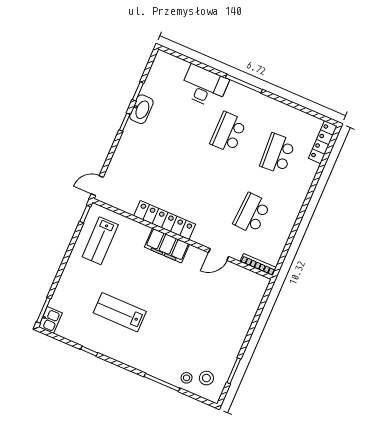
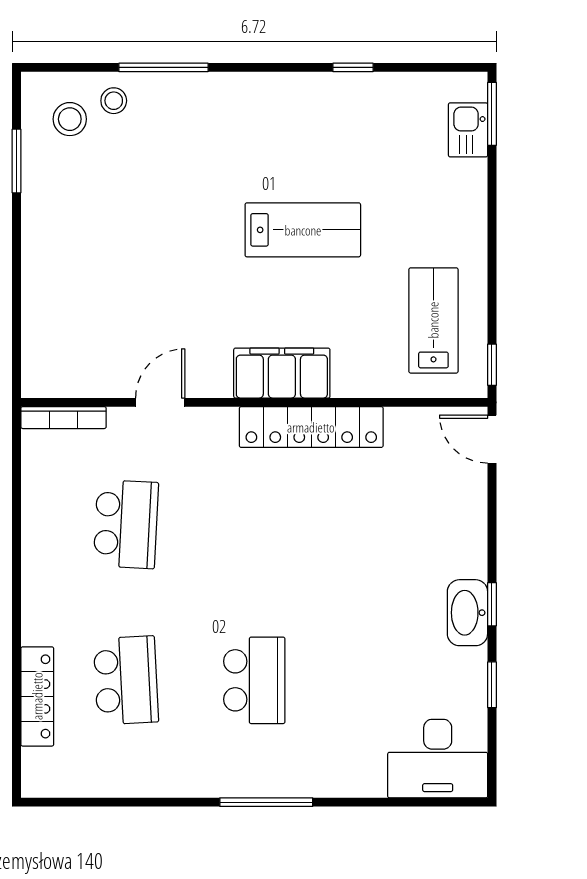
desk: (204, 86) -> (438, 759), moved
washbasin: (141, 109) -> (467, 613), moved
locker: (323, 142) -> (37, 696), moved
door: (97, 186) -> (492, 439), swing flipped
lab bench: (120, 312) -> (303, 230), moved
kitchen sink: (50, 320) -> (468, 130), moved

